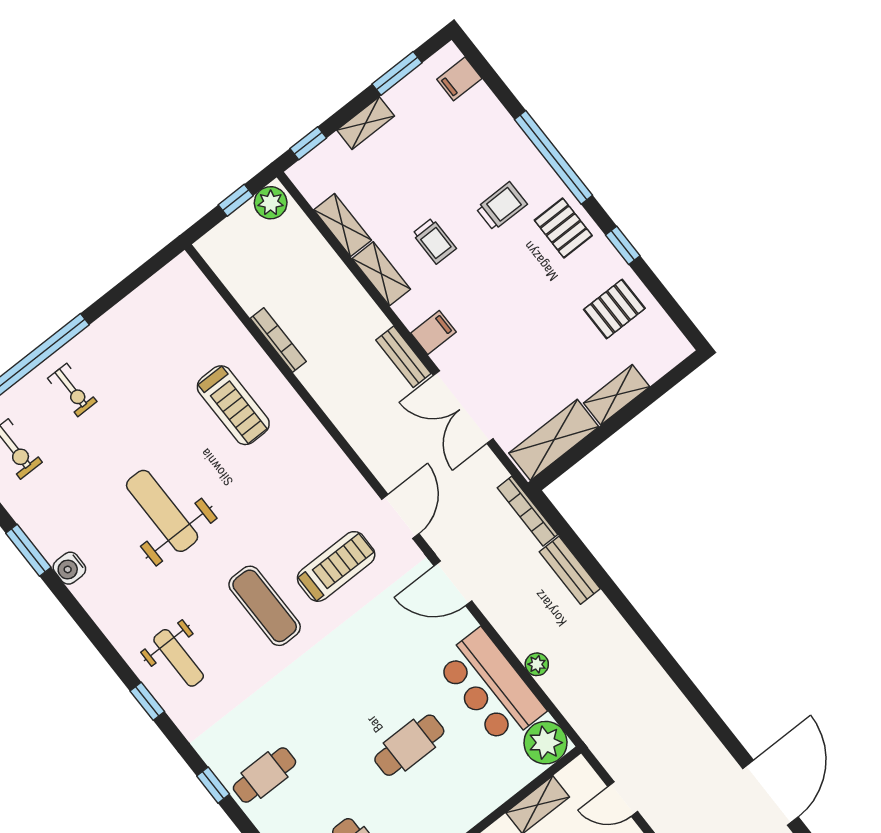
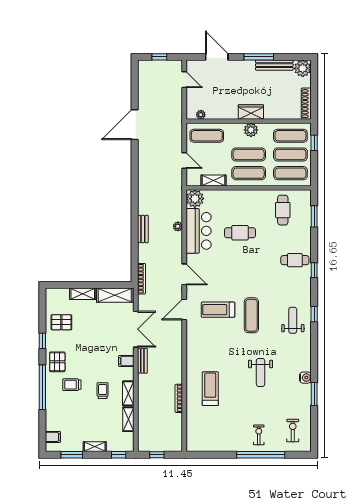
plant: (271, 203) -> (146, 445), removed
weight bench: (162, 511) -> (261, 372), width x0.73, depth x0.75
bench: (570, 570) -> (143, 229), moved

